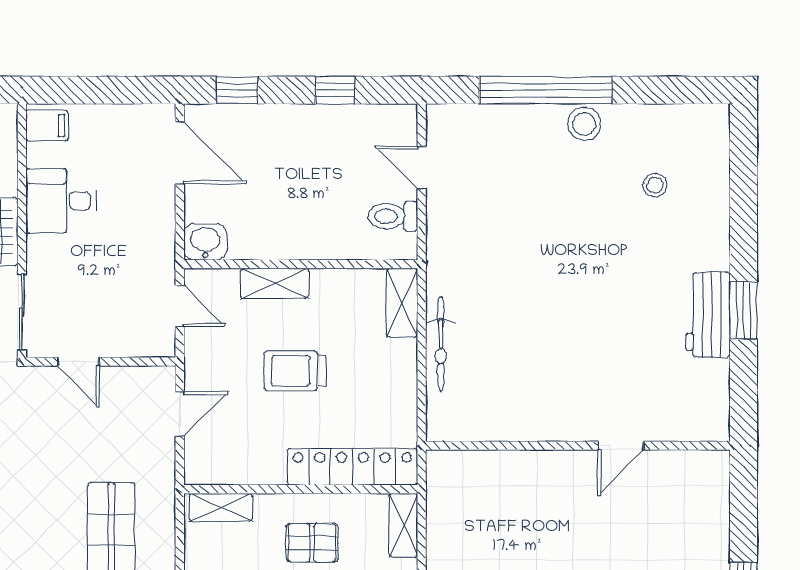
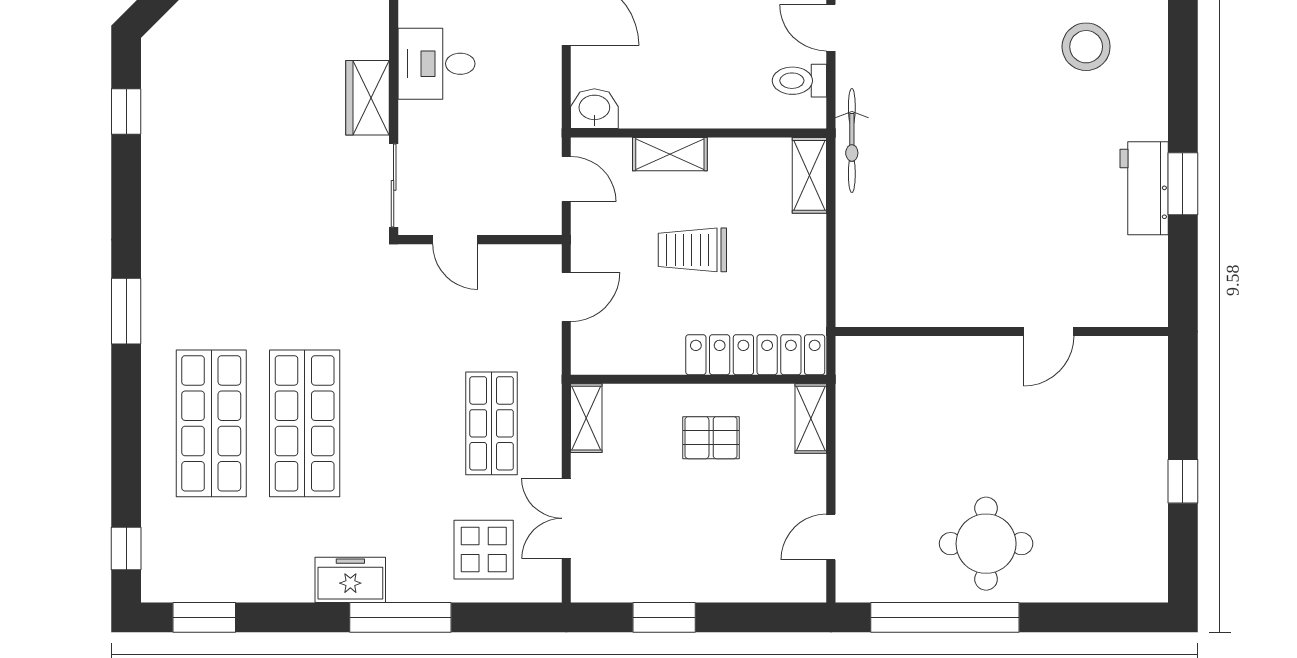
stool: (655, 185) -> (1086, 47), width x1.89, depth x1.89
bicycle: (441, 344) -> (852, 140), moved
shelving: (221, 507) -> (586, 418), moved, turned 90

